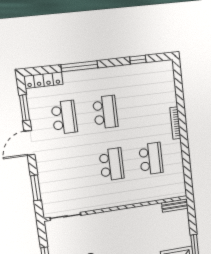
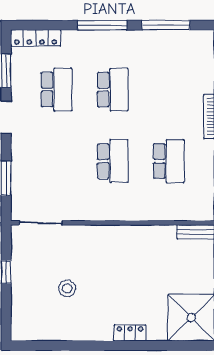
window: (138, 60) -> (166, 25), width x2.17
window: (79, 66) -> (102, 25), moved

